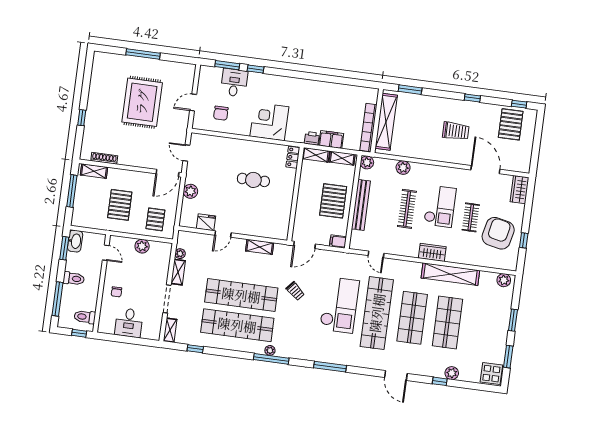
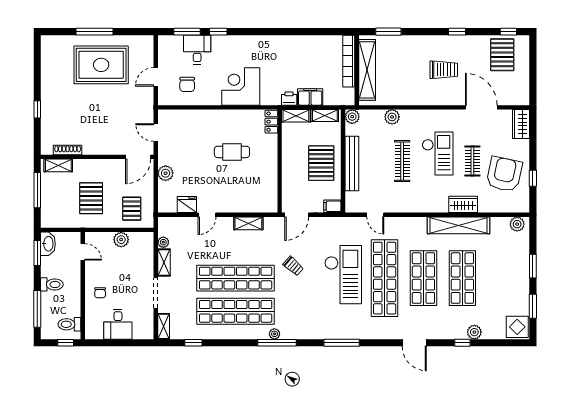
rug: (142, 102) -> (101, 65), moved, turned 90
bookcase: (368, 127) -> (349, 61), moved
wardrobe: (432, 252) -> (463, 204), moved

